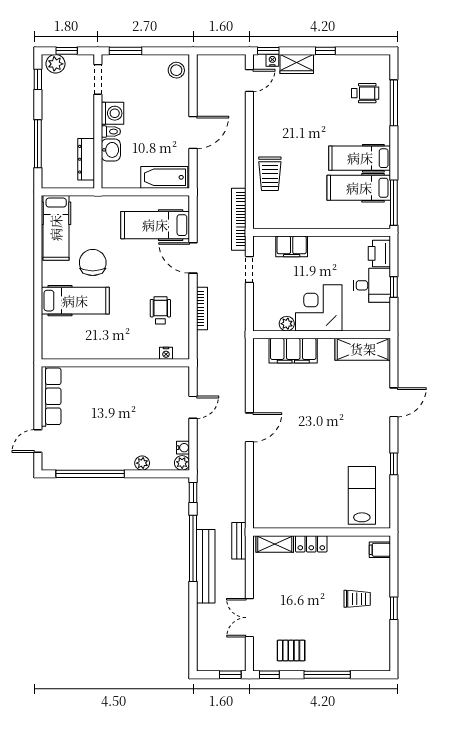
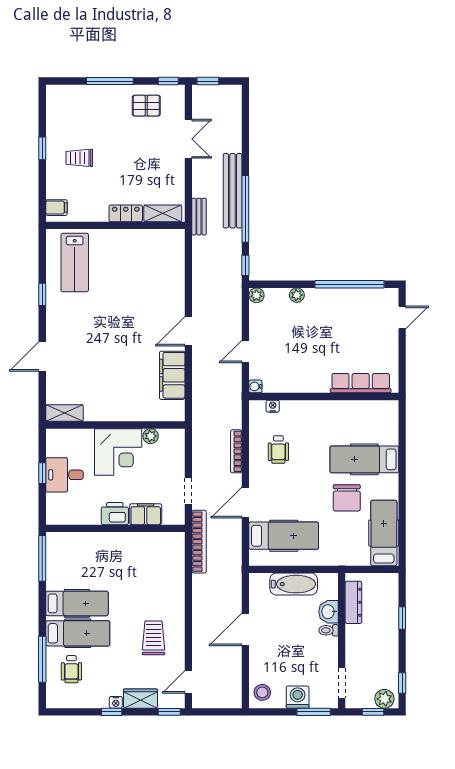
nightstand: (272, 60) -> (116, 702), moved
wheelchair: (365, 93) -> (71, 669), turned -90
washing machine: (112, 113) -> (298, 697), moved, turned 90
window: (38, 144) -> (402, 618), width x0.46
trolley: (270, 174) -> (154, 638), moved
bathtub: (164, 177) -> (294, 584), moved
hospital bed: (359, 188) -> (78, 633), moved
printer: (379, 253) -> (115, 514), moved, turned -90
door: (193, 258) -> (245, 503), swing flipped
shelving: (363, 349) -> (64, 413), width x0.67, depth x0.75
filing cabinet: (293, 351) -> (172, 375), moved, turned -90
row of seats: (51, 396) -> (361, 383), moved, turned 90
water cooler: (183, 448) -> (255, 386), moved

